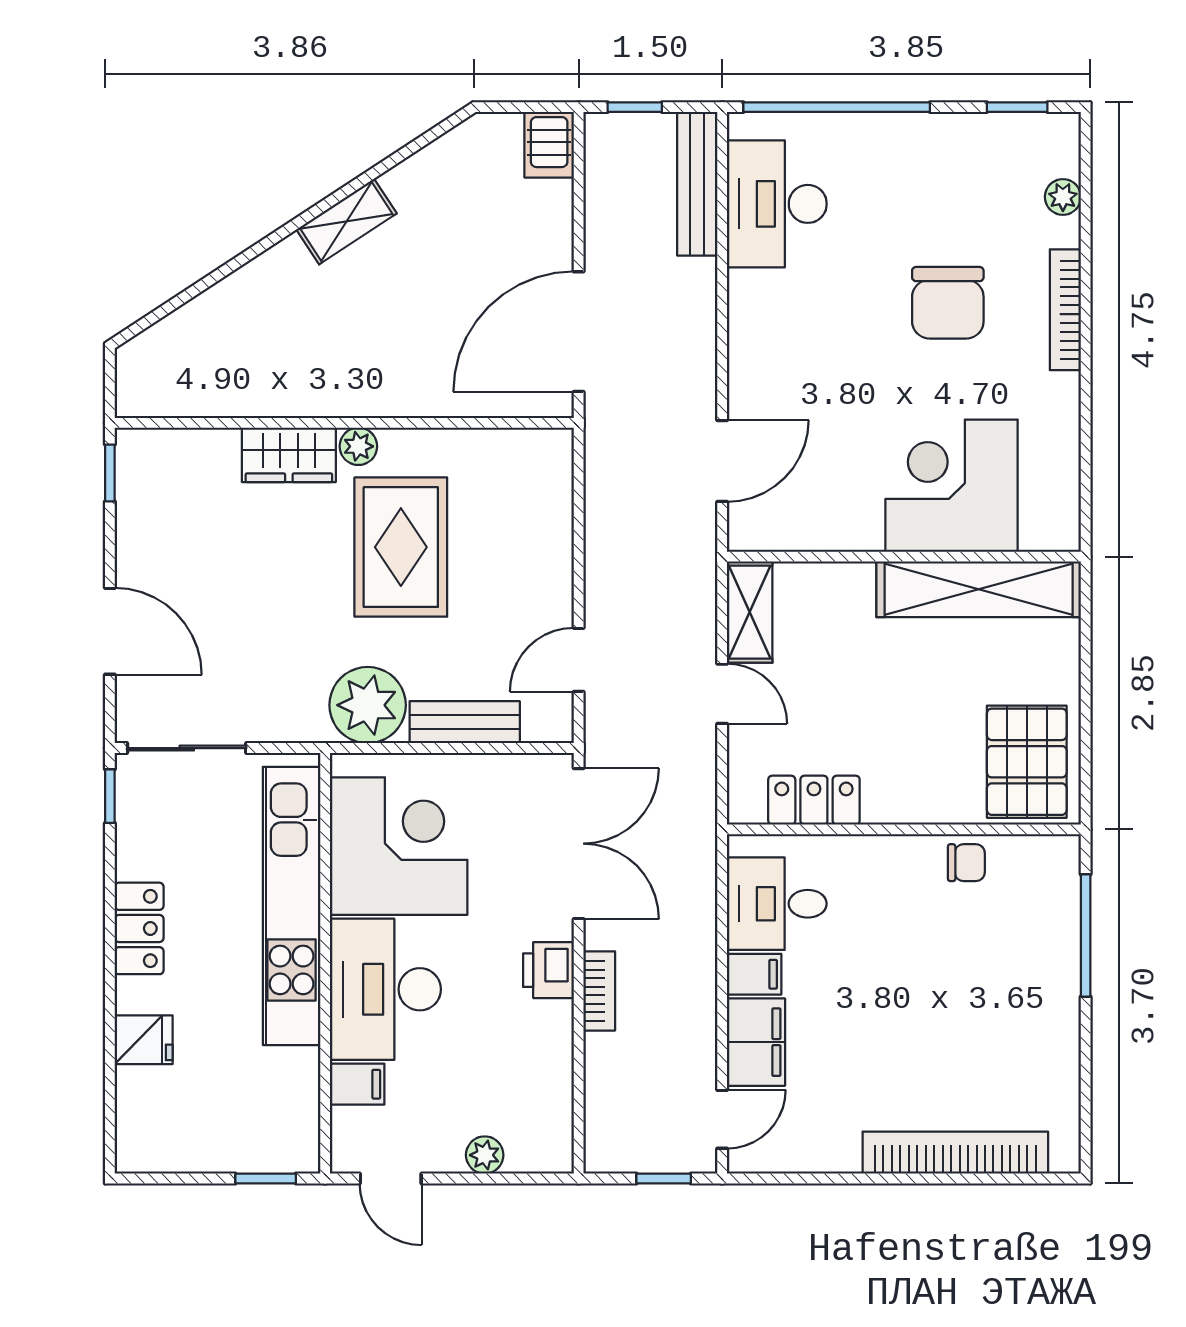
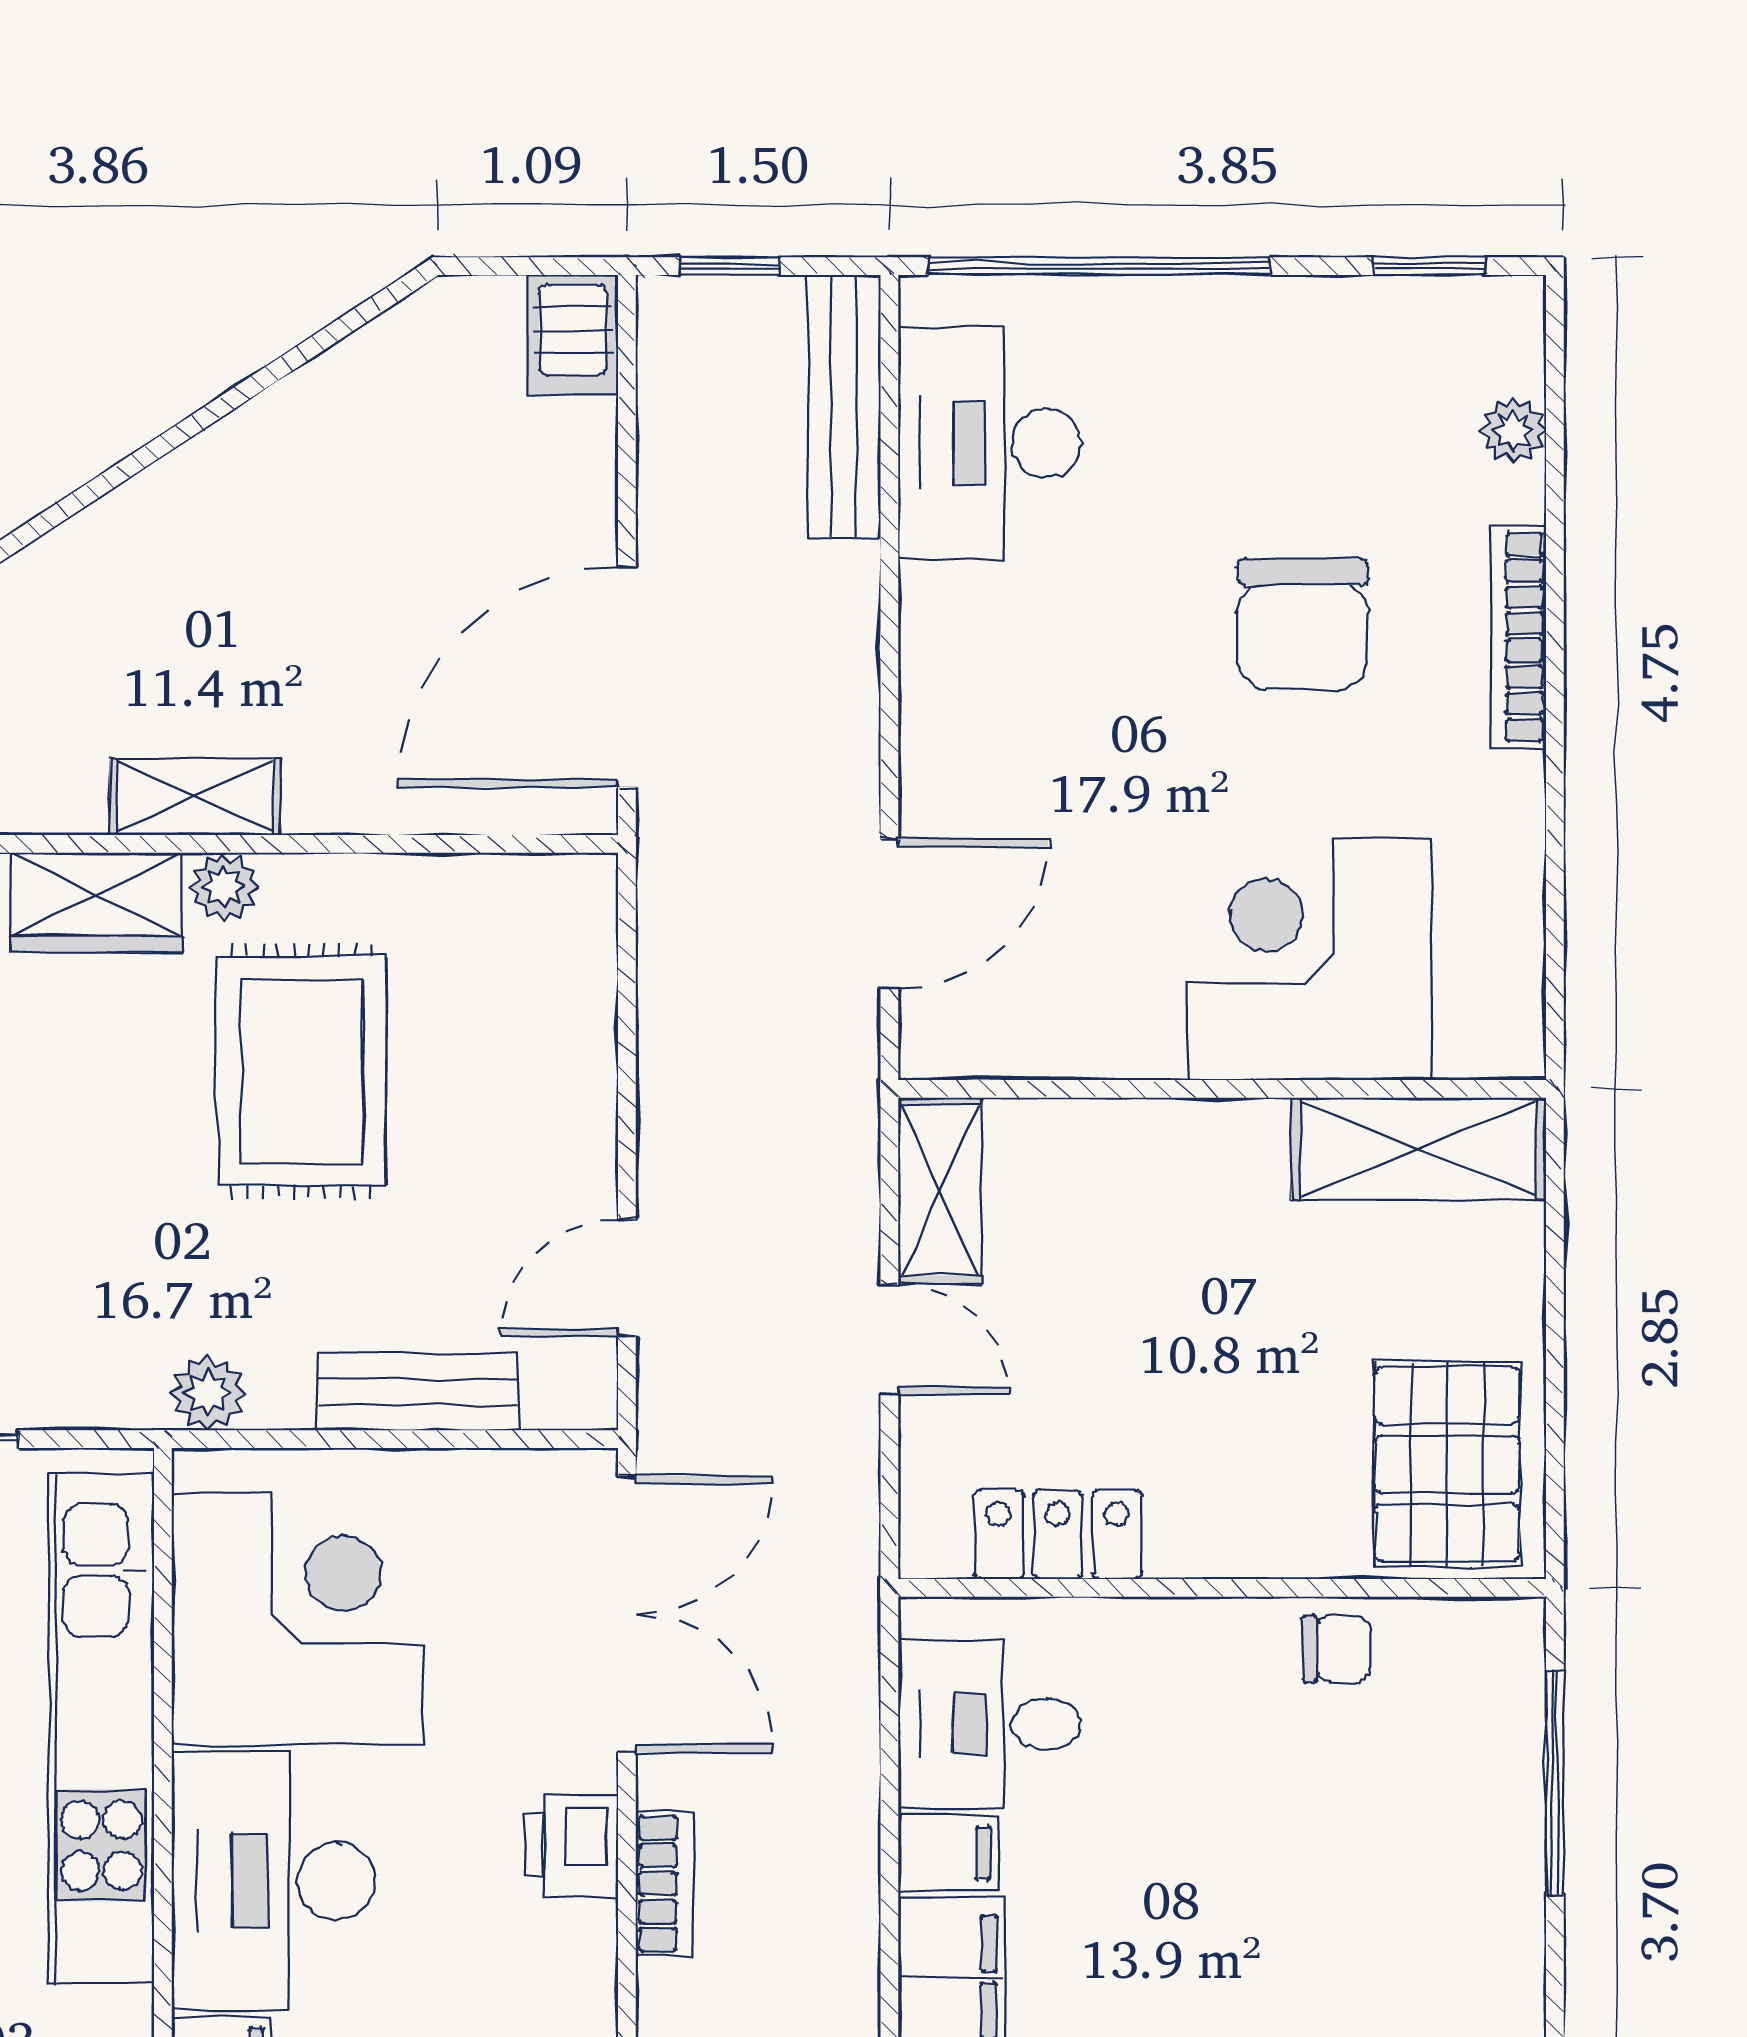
shelving: (346, 221) -> (195, 797), moved, turned 33
shelving: (979, 589) -> (1419, 1149), width x0.68
plant: (368, 705) -> (208, 1393), width x0.53, depth x0.53

